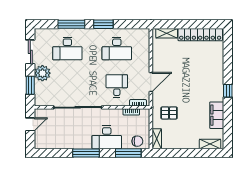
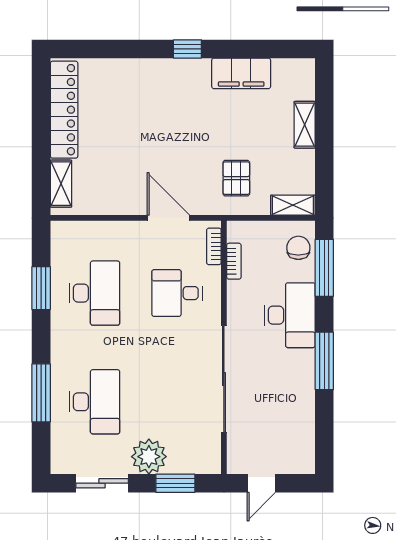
window: (103, 24) -> (41, 288), moved
door: (30, 124) -> (261, 483), swing flipped
shelving: (210, 144) -> (305, 125), moved

